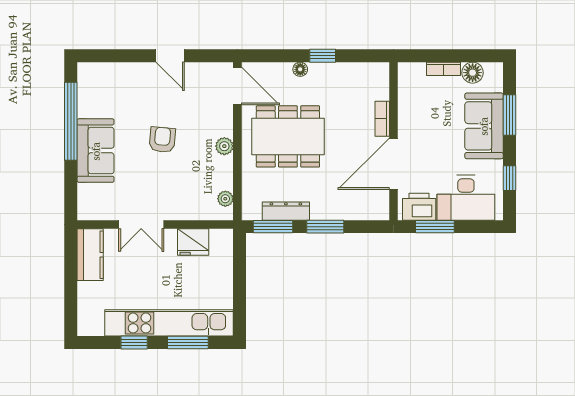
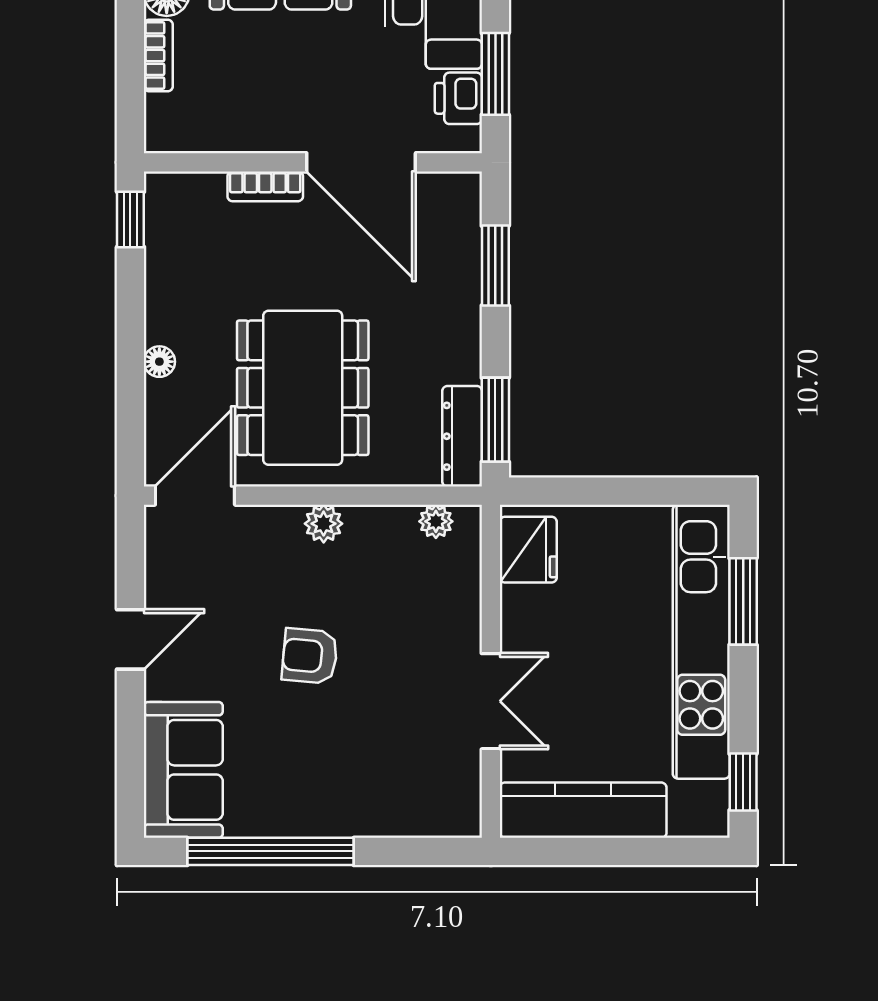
window: (323, 56) -> (130, 219), moved
sofa: (96, 151) -> (183, 770), moved, turned 90
printer: (419, 207) -> (458, 98), width x0.73, depth x0.81
dresser: (286, 211) -> (462, 436), moved
window: (325, 227) -> (495, 266), moved
fridge: (193, 242) -> (528, 550), moved
kitchen counter: (90, 255) -> (583, 810), width x1.50
window: (134, 343) -> (743, 782), moved

